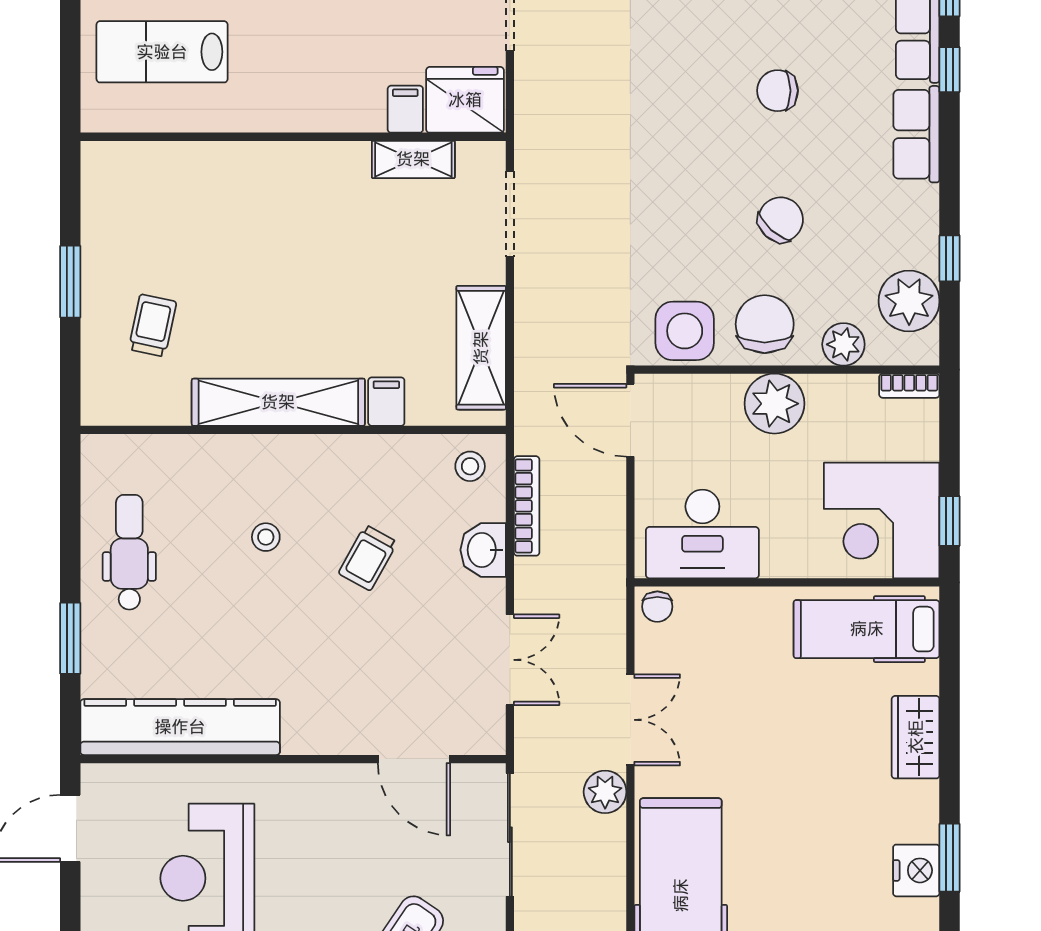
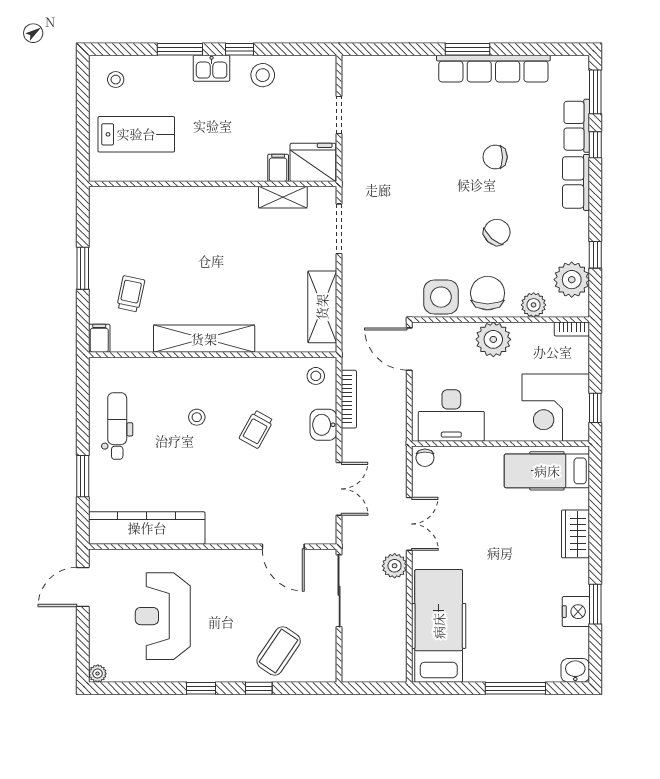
lab bench: (162, 52) -> (136, 134), turned 180
filing cabinet: (386, 402) -> (99, 338), moved

